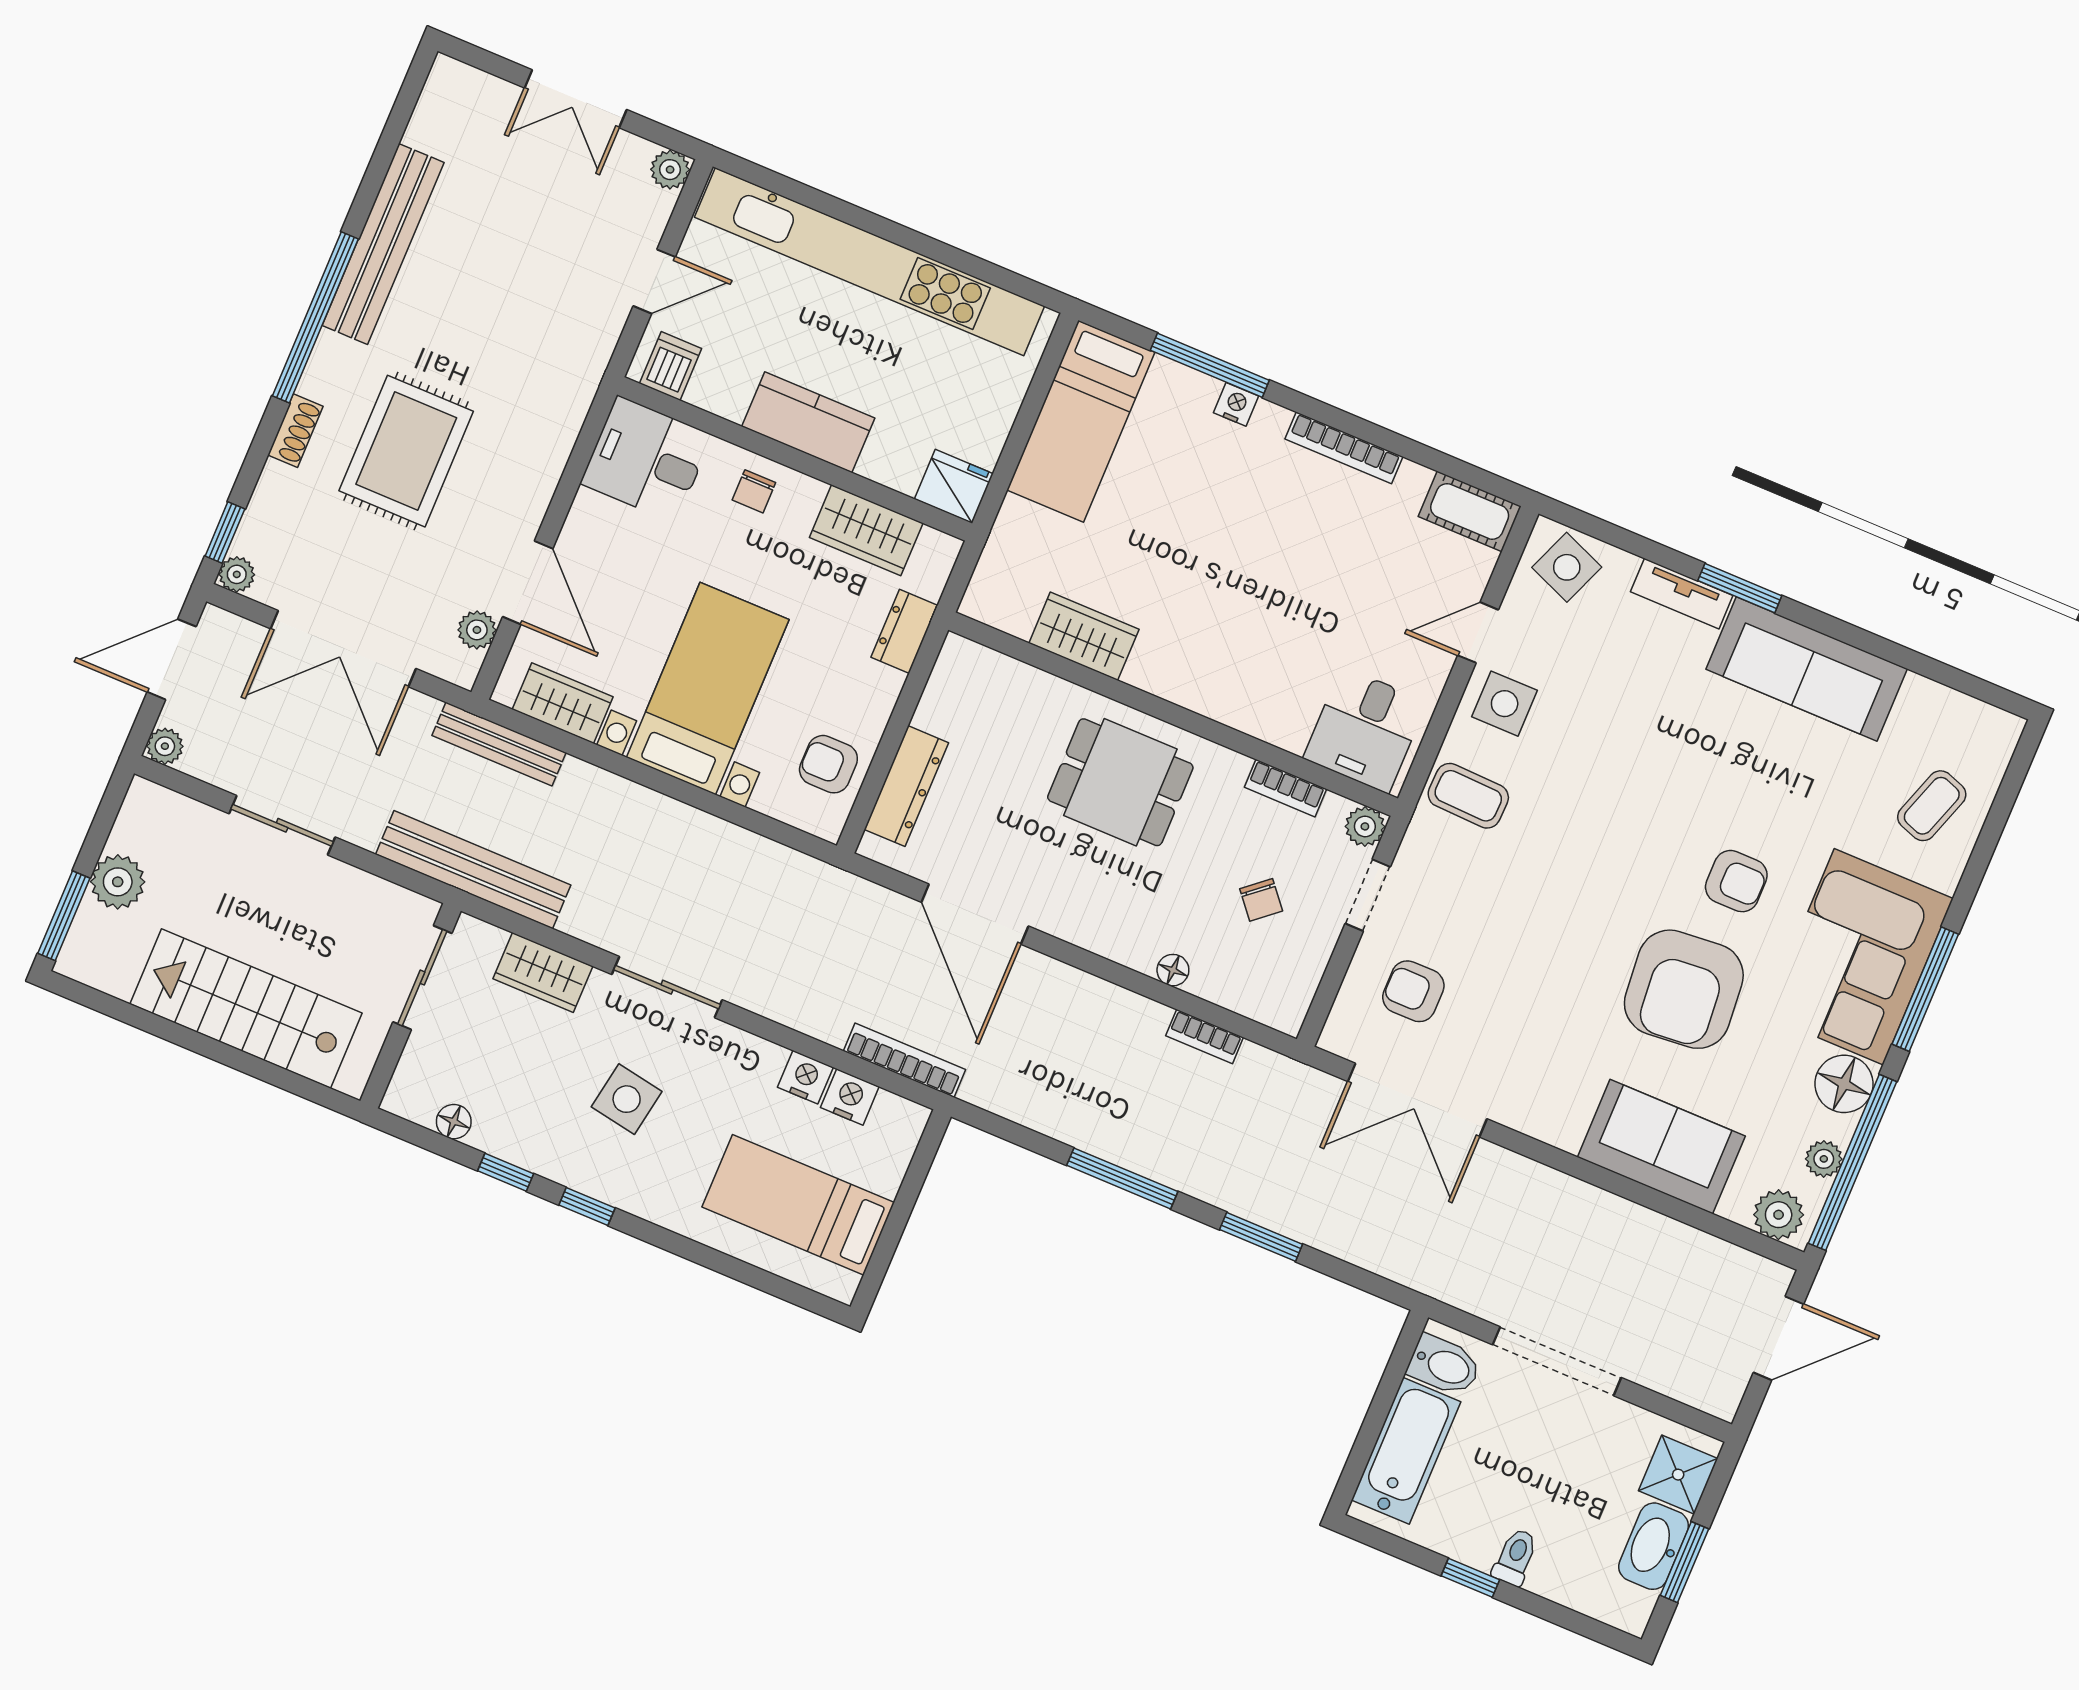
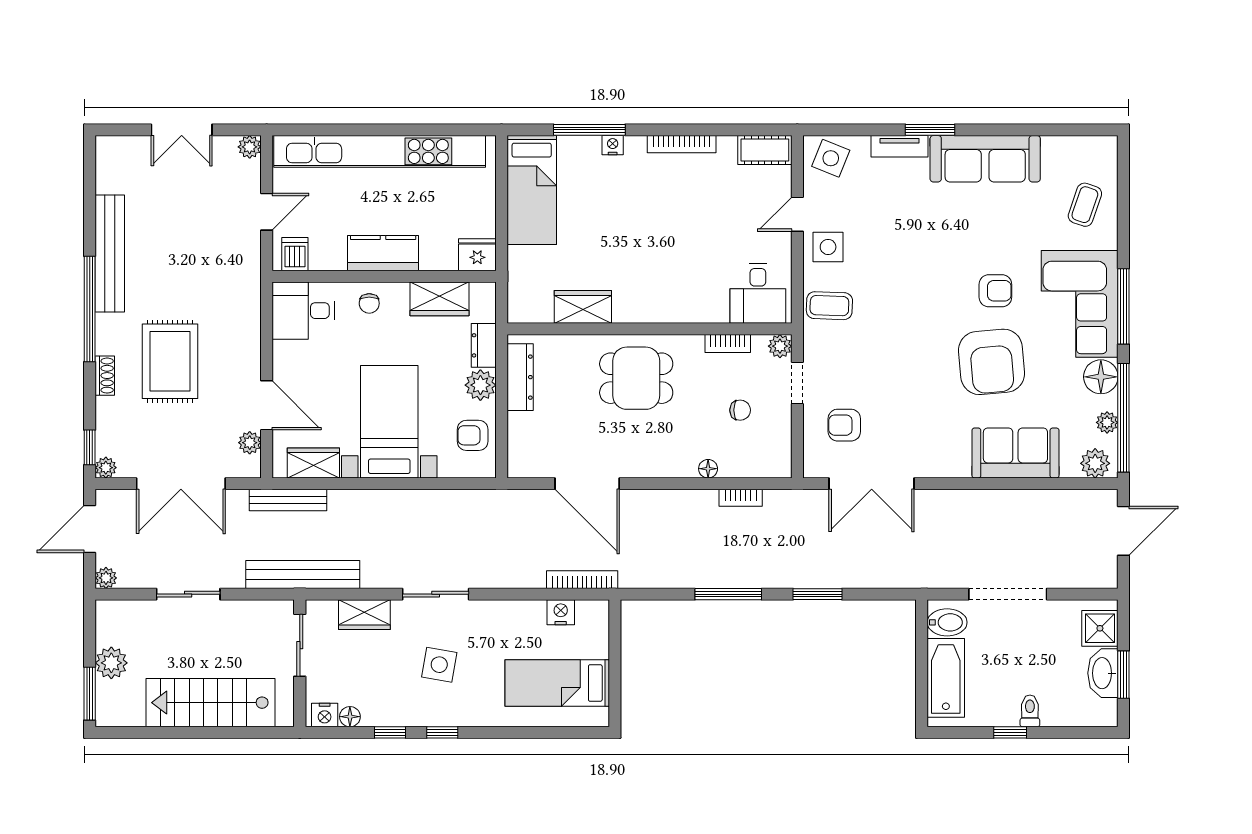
plant: (874, 691) -> (480, 385), added
dresser: (906, 786) -> (520, 377), moved
chair: (1261, 900) -> (740, 410), turned -50
nightstand: (805, 1077) -> (325, 715), moved, turned 180

